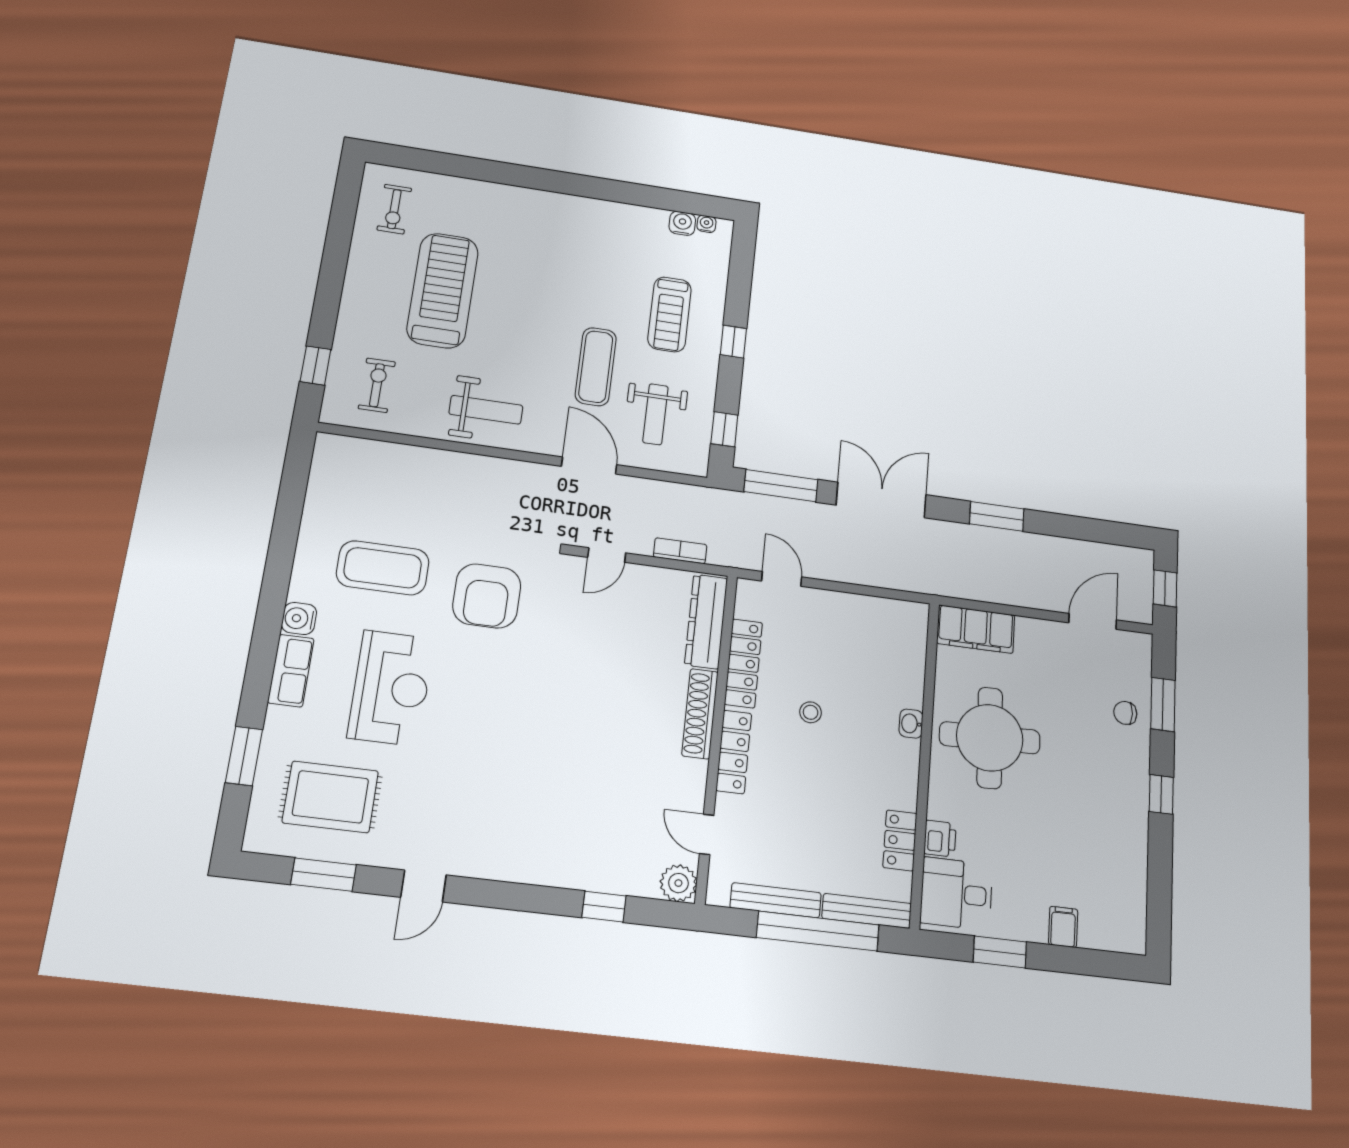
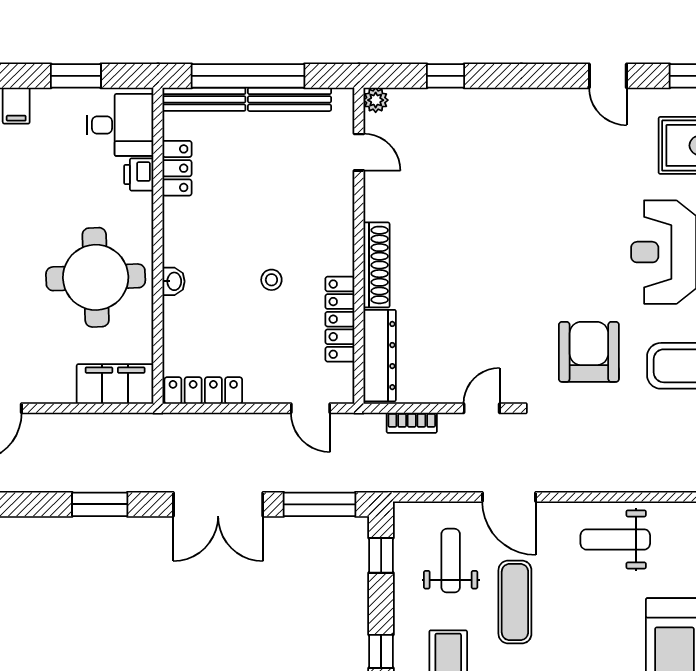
locker: (734, 752) -> (203, 391), moved, turned 90
plant: (678, 883) -> (376, 100), width x0.73, depth x0.73
door: (423, 886) -> (608, 76), swing flipped

